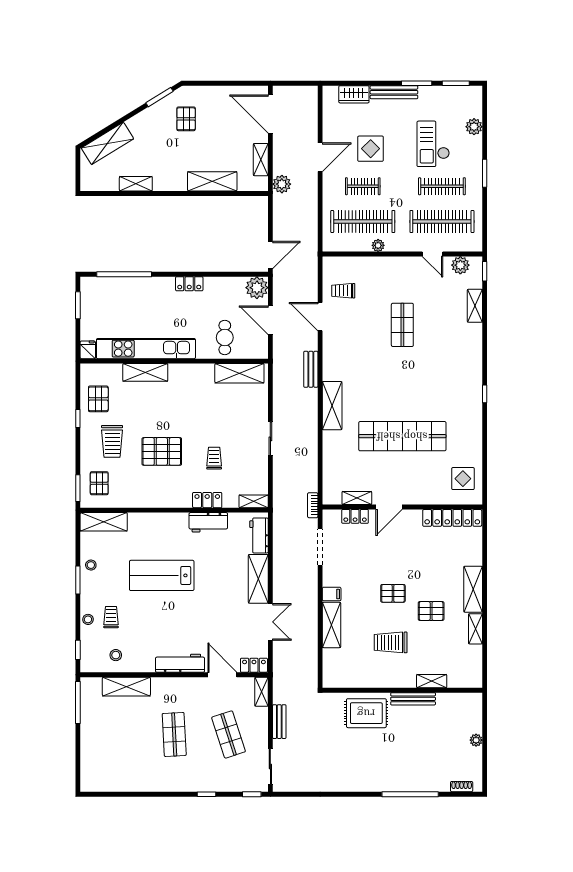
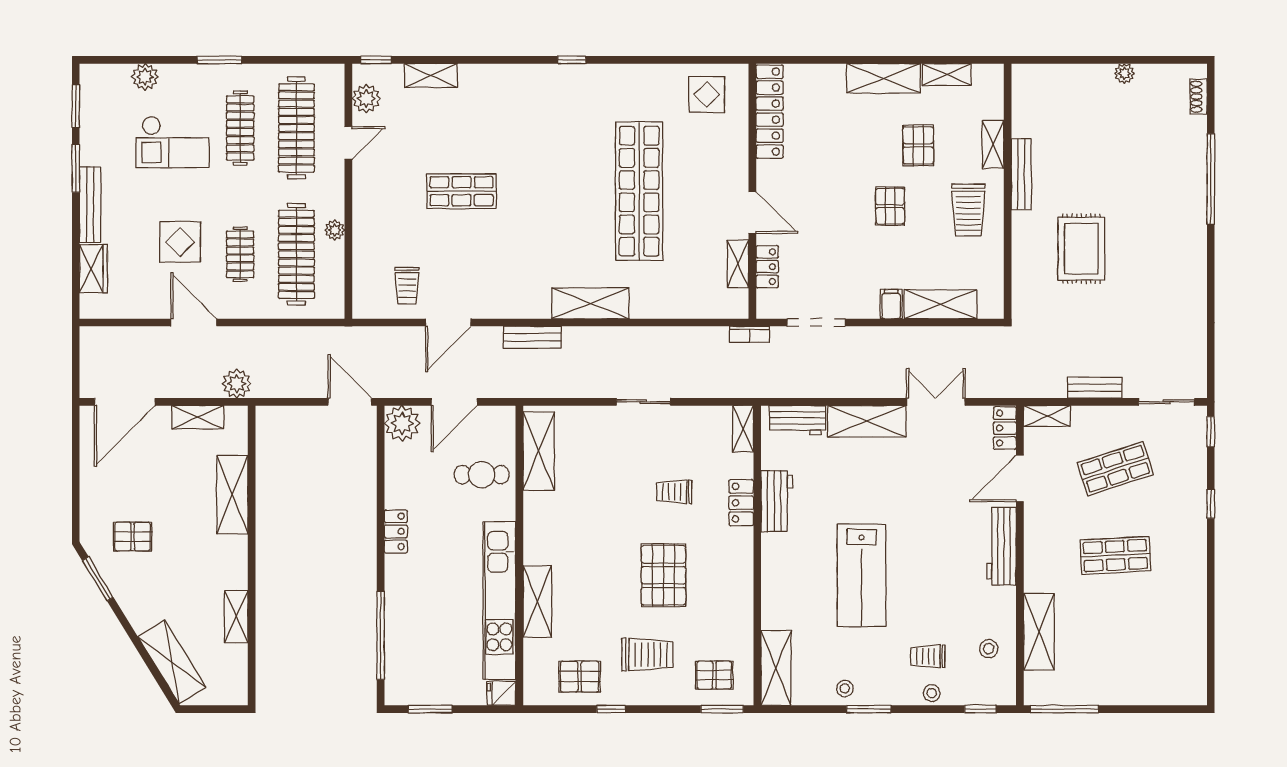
shelving: (432, 681) -> (993, 144), moved
wall: (402, 690) -> (1008, 191), moved
bench: (413, 699) -> (1021, 174), moved

